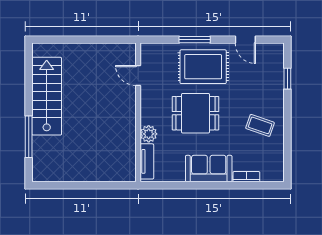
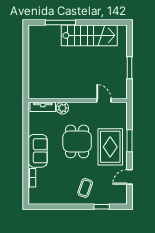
window: (92, 40) -> (130, 68), added
door: (138, 75) -> (104, 101), hinge flipped
coffee table: (260, 125) -> (85, 188), moved

